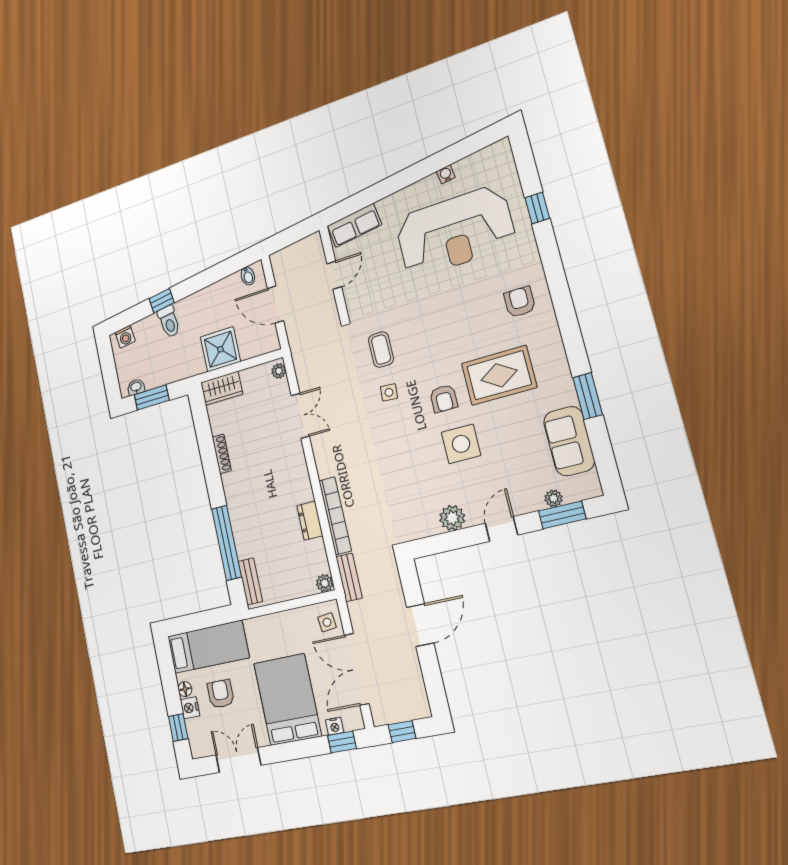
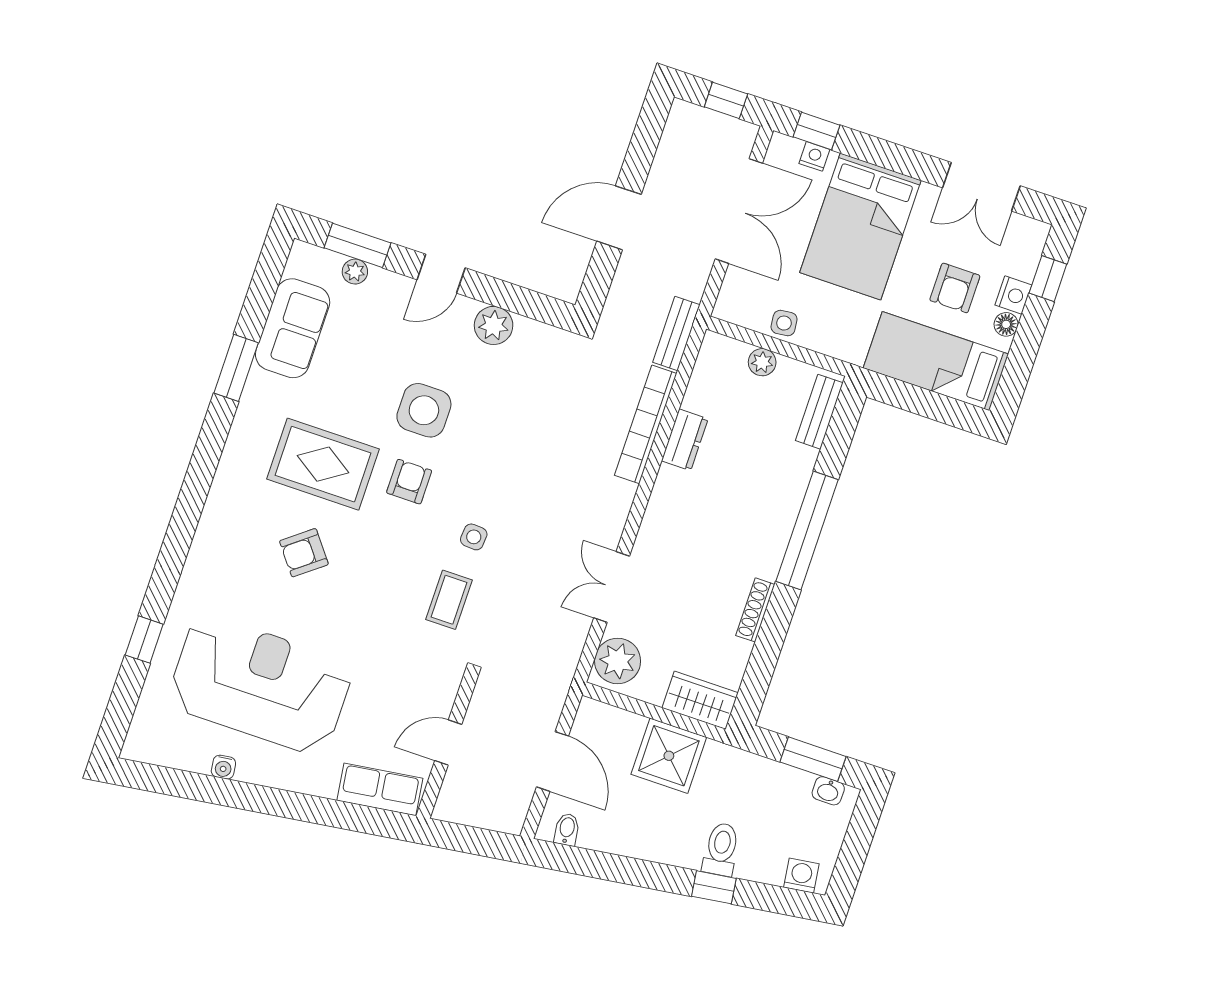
armchair: (520, 302) -> (304, 553), moved, turned 52
plant: (279, 371) -> (618, 661), width x1.87, depth x1.87
window: (227, 543) -> (807, 531), moved
plant: (325, 583) -> (762, 362), moved
side table: (327, 622) -> (784, 323), moved

